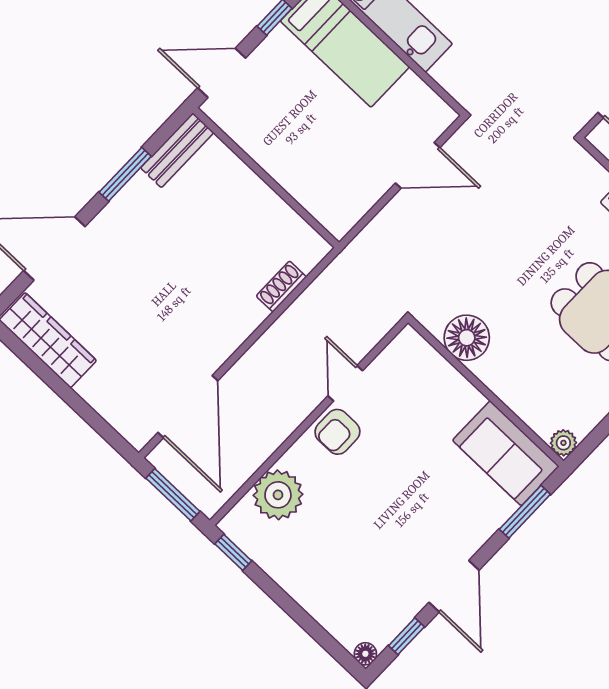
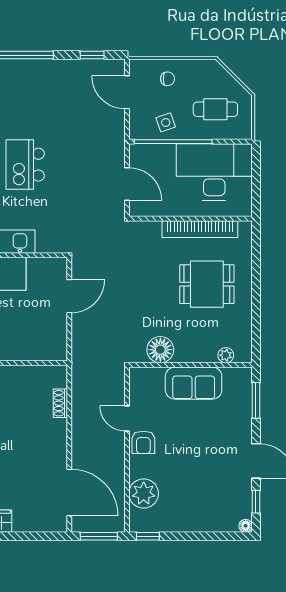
plant: (563, 443) -> (226, 355), moved
sofa: (506, 453) -> (194, 383), moved

